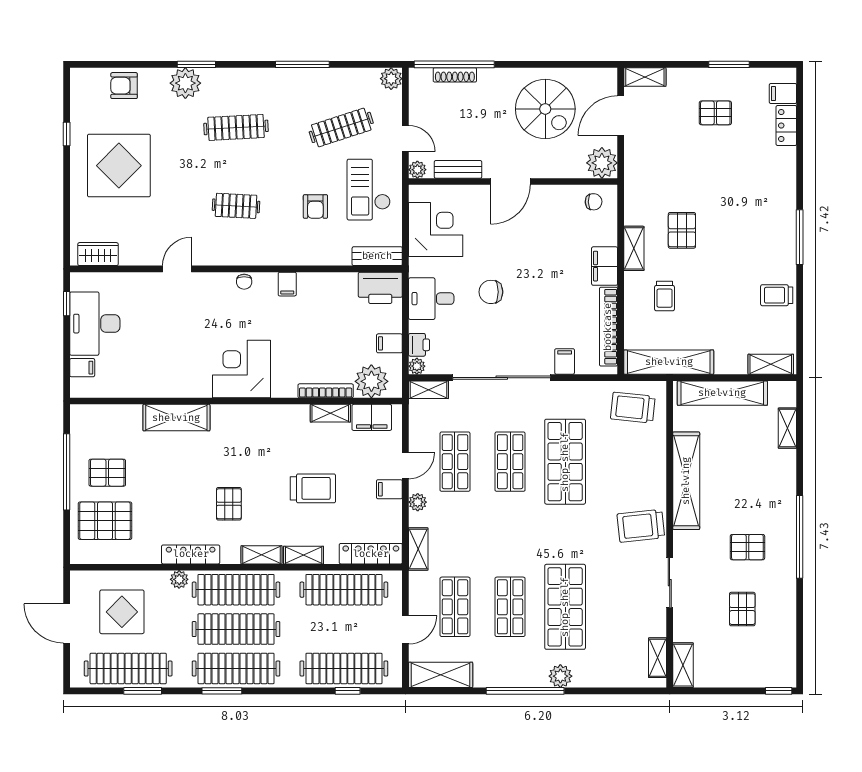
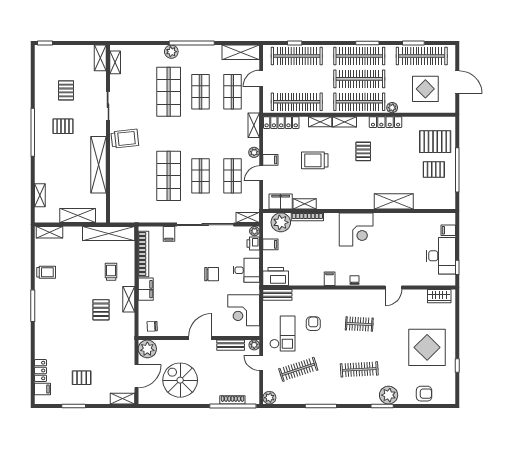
shelving: (722, 393) -> (78, 216), width x0.68
trolley: (633, 408) -> (129, 207), removed

